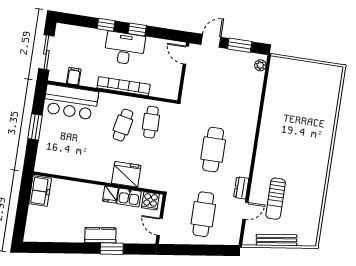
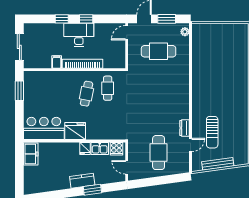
door: (186, 55) -> (127, 33), hinge flipped
filing cabinet: (74, 76) -> (57, 62), moved
bar counter: (71, 102) -> (44, 128), moved, turned 180
window: (35, 127) -> (19, 91), moved
cafe table: (213, 150) -> (159, 51), moved, turned 90
fridge: (126, 174) -> (75, 131), moved

